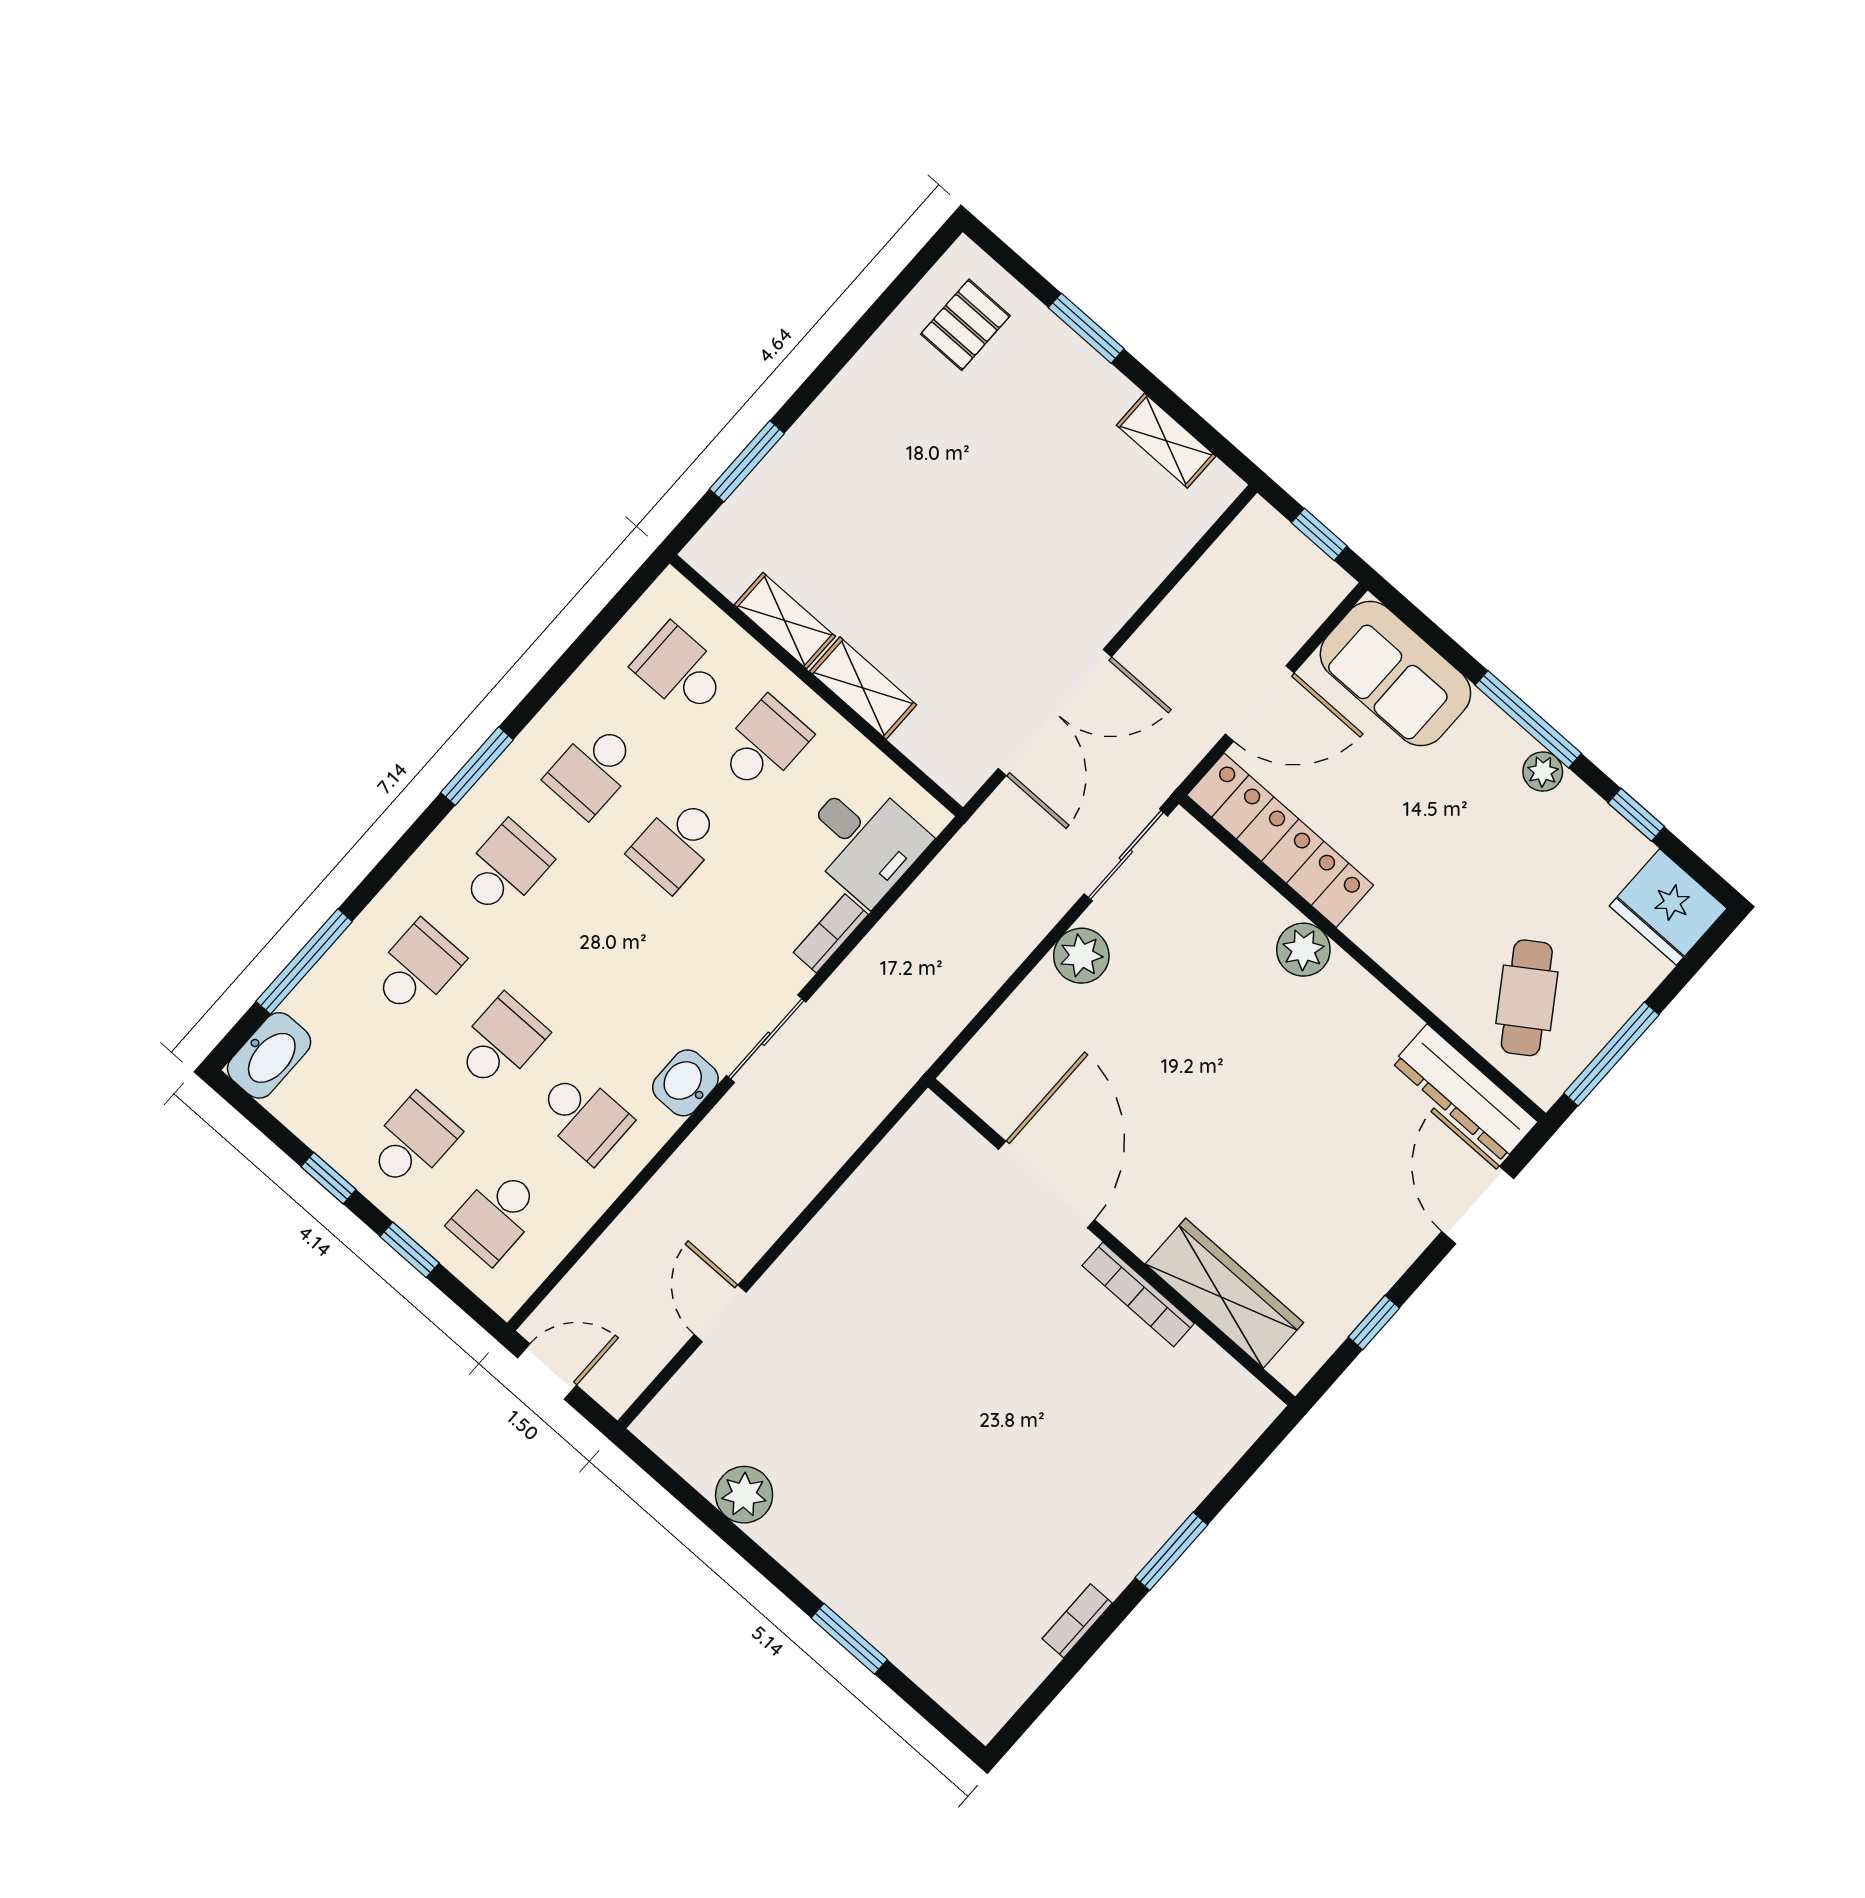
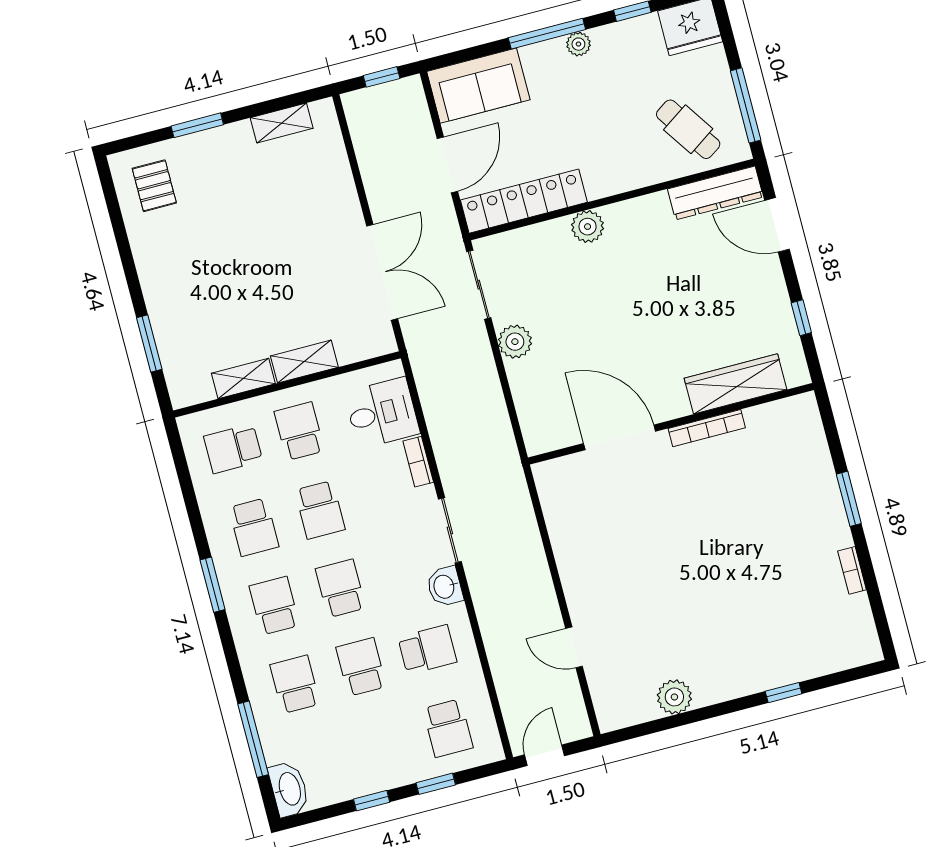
school desk: (412, 1142) -> (341, 588), moved
window: (849, 1639) -> (784, 693), width x0.67

